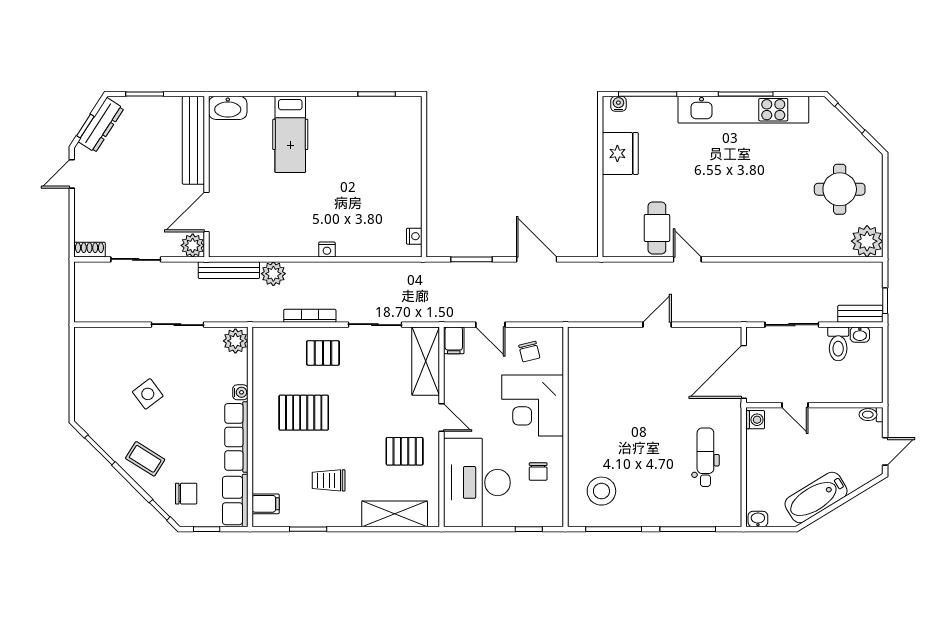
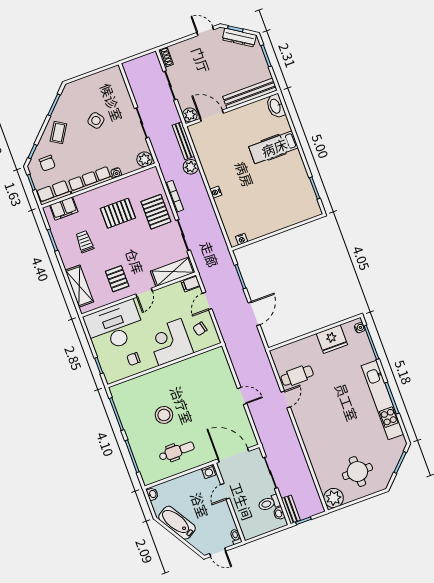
pallet: (323, 353) -> (156, 212), width x1.50, depth x1.42
pallet: (304, 413) -> (118, 213), turned 90
stool: (601, 491) -> (164, 415), moved
filing cabinet: (266, 504) -> (64, 208), width x2.00

